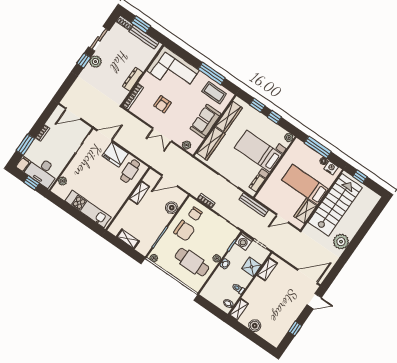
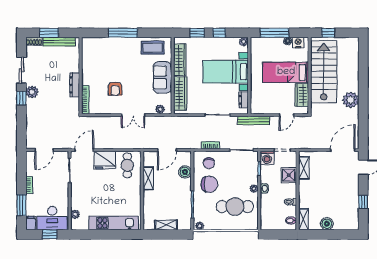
corner sofa: (173, 71) -> (104, 53), removed
window: (212, 74) -> (123, 33), moved

